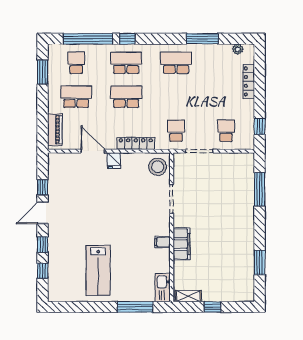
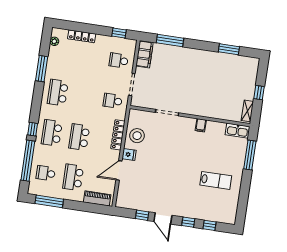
window: (43, 72) -> (49, 201), width x1.44
stool: (158, 167) -> (137, 136), moved
filing cabinet: (181, 244) -> (145, 54), moved, turned 90
lab bench: (98, 270) -> (216, 180), width x0.73, depth x0.72

